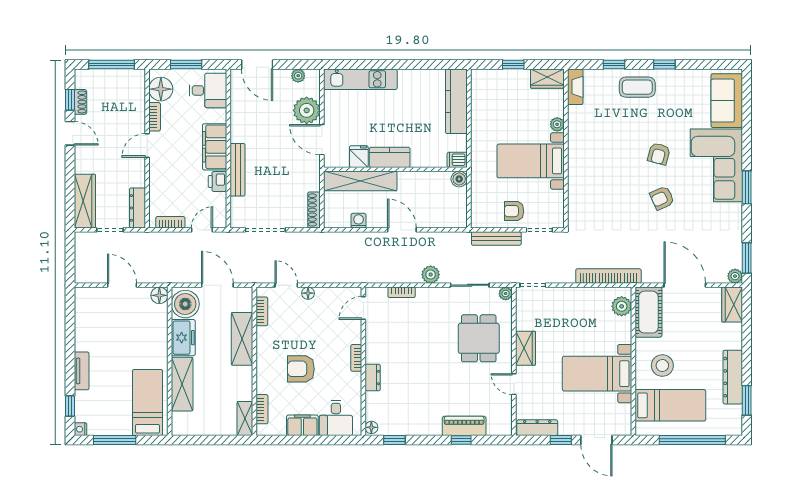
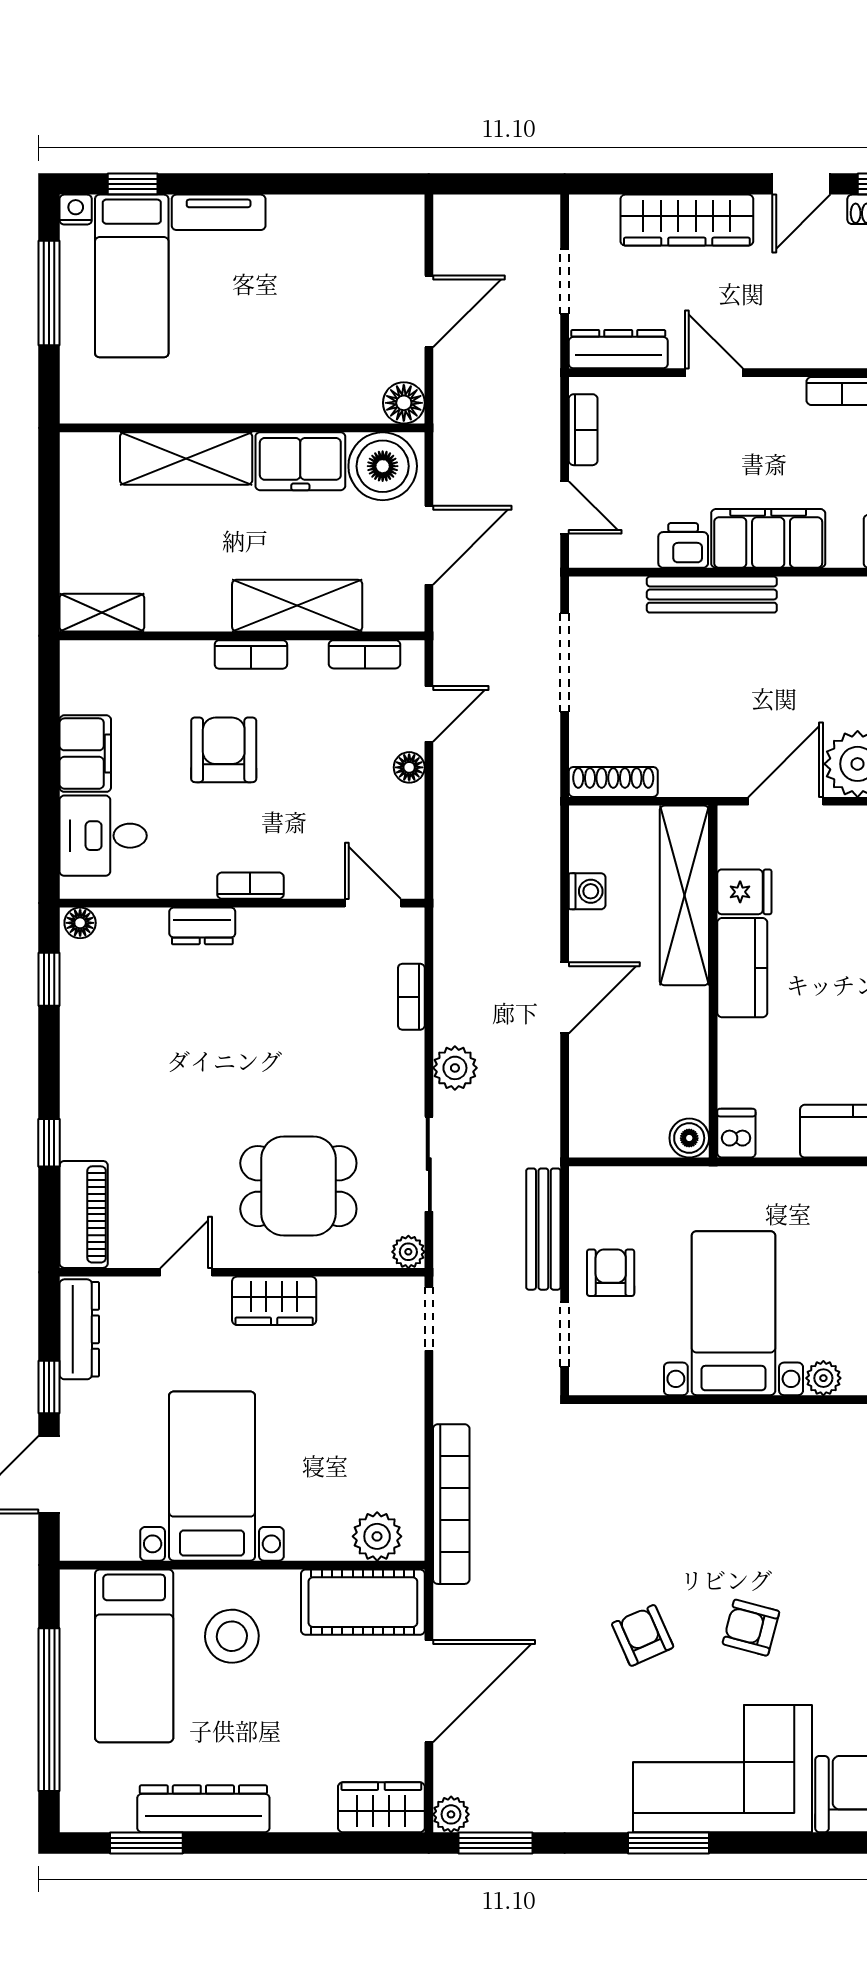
door: (147, 145) -> (714, 373), moved
wardrobe: (85, 201) -> (687, 220), moved
bed: (147, 402) -> (132, 276), moved, turned 90
bookcase: (262, 409) -> (251, 654), moved
piano: (464, 426) -> (84, 1214), moved

